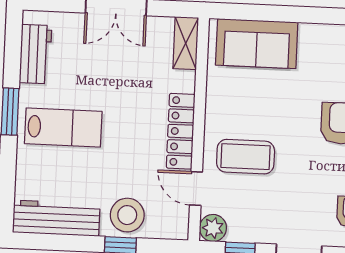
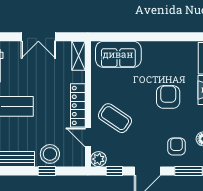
coffee table: (246, 157) -> (115, 118), turned 34

